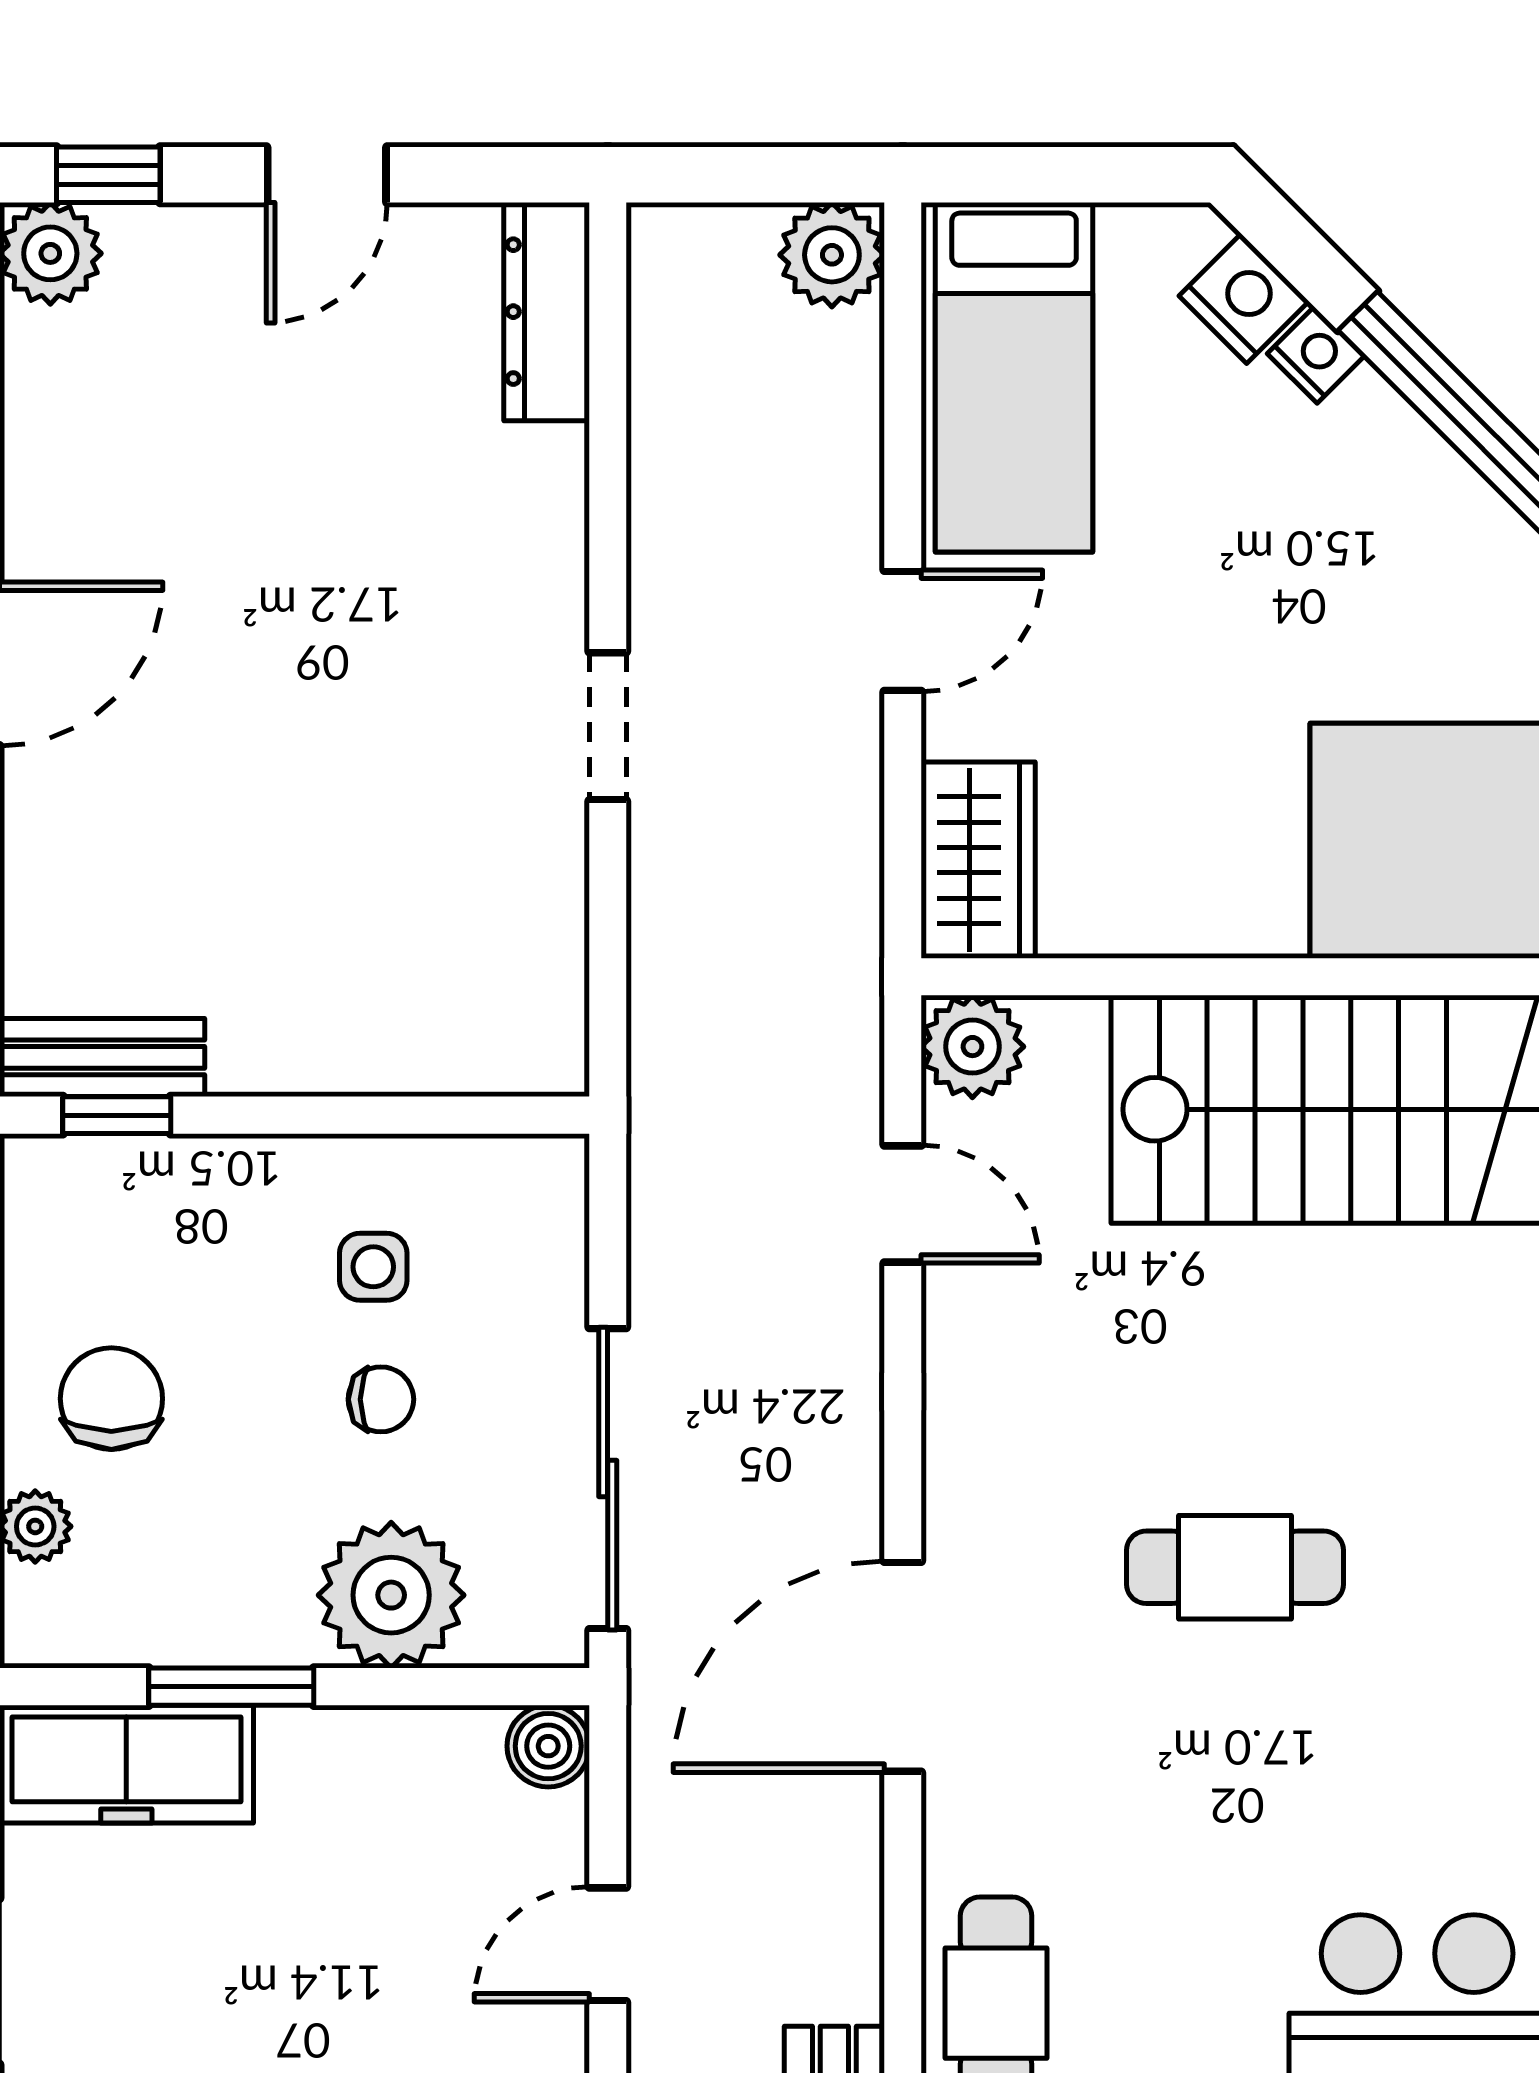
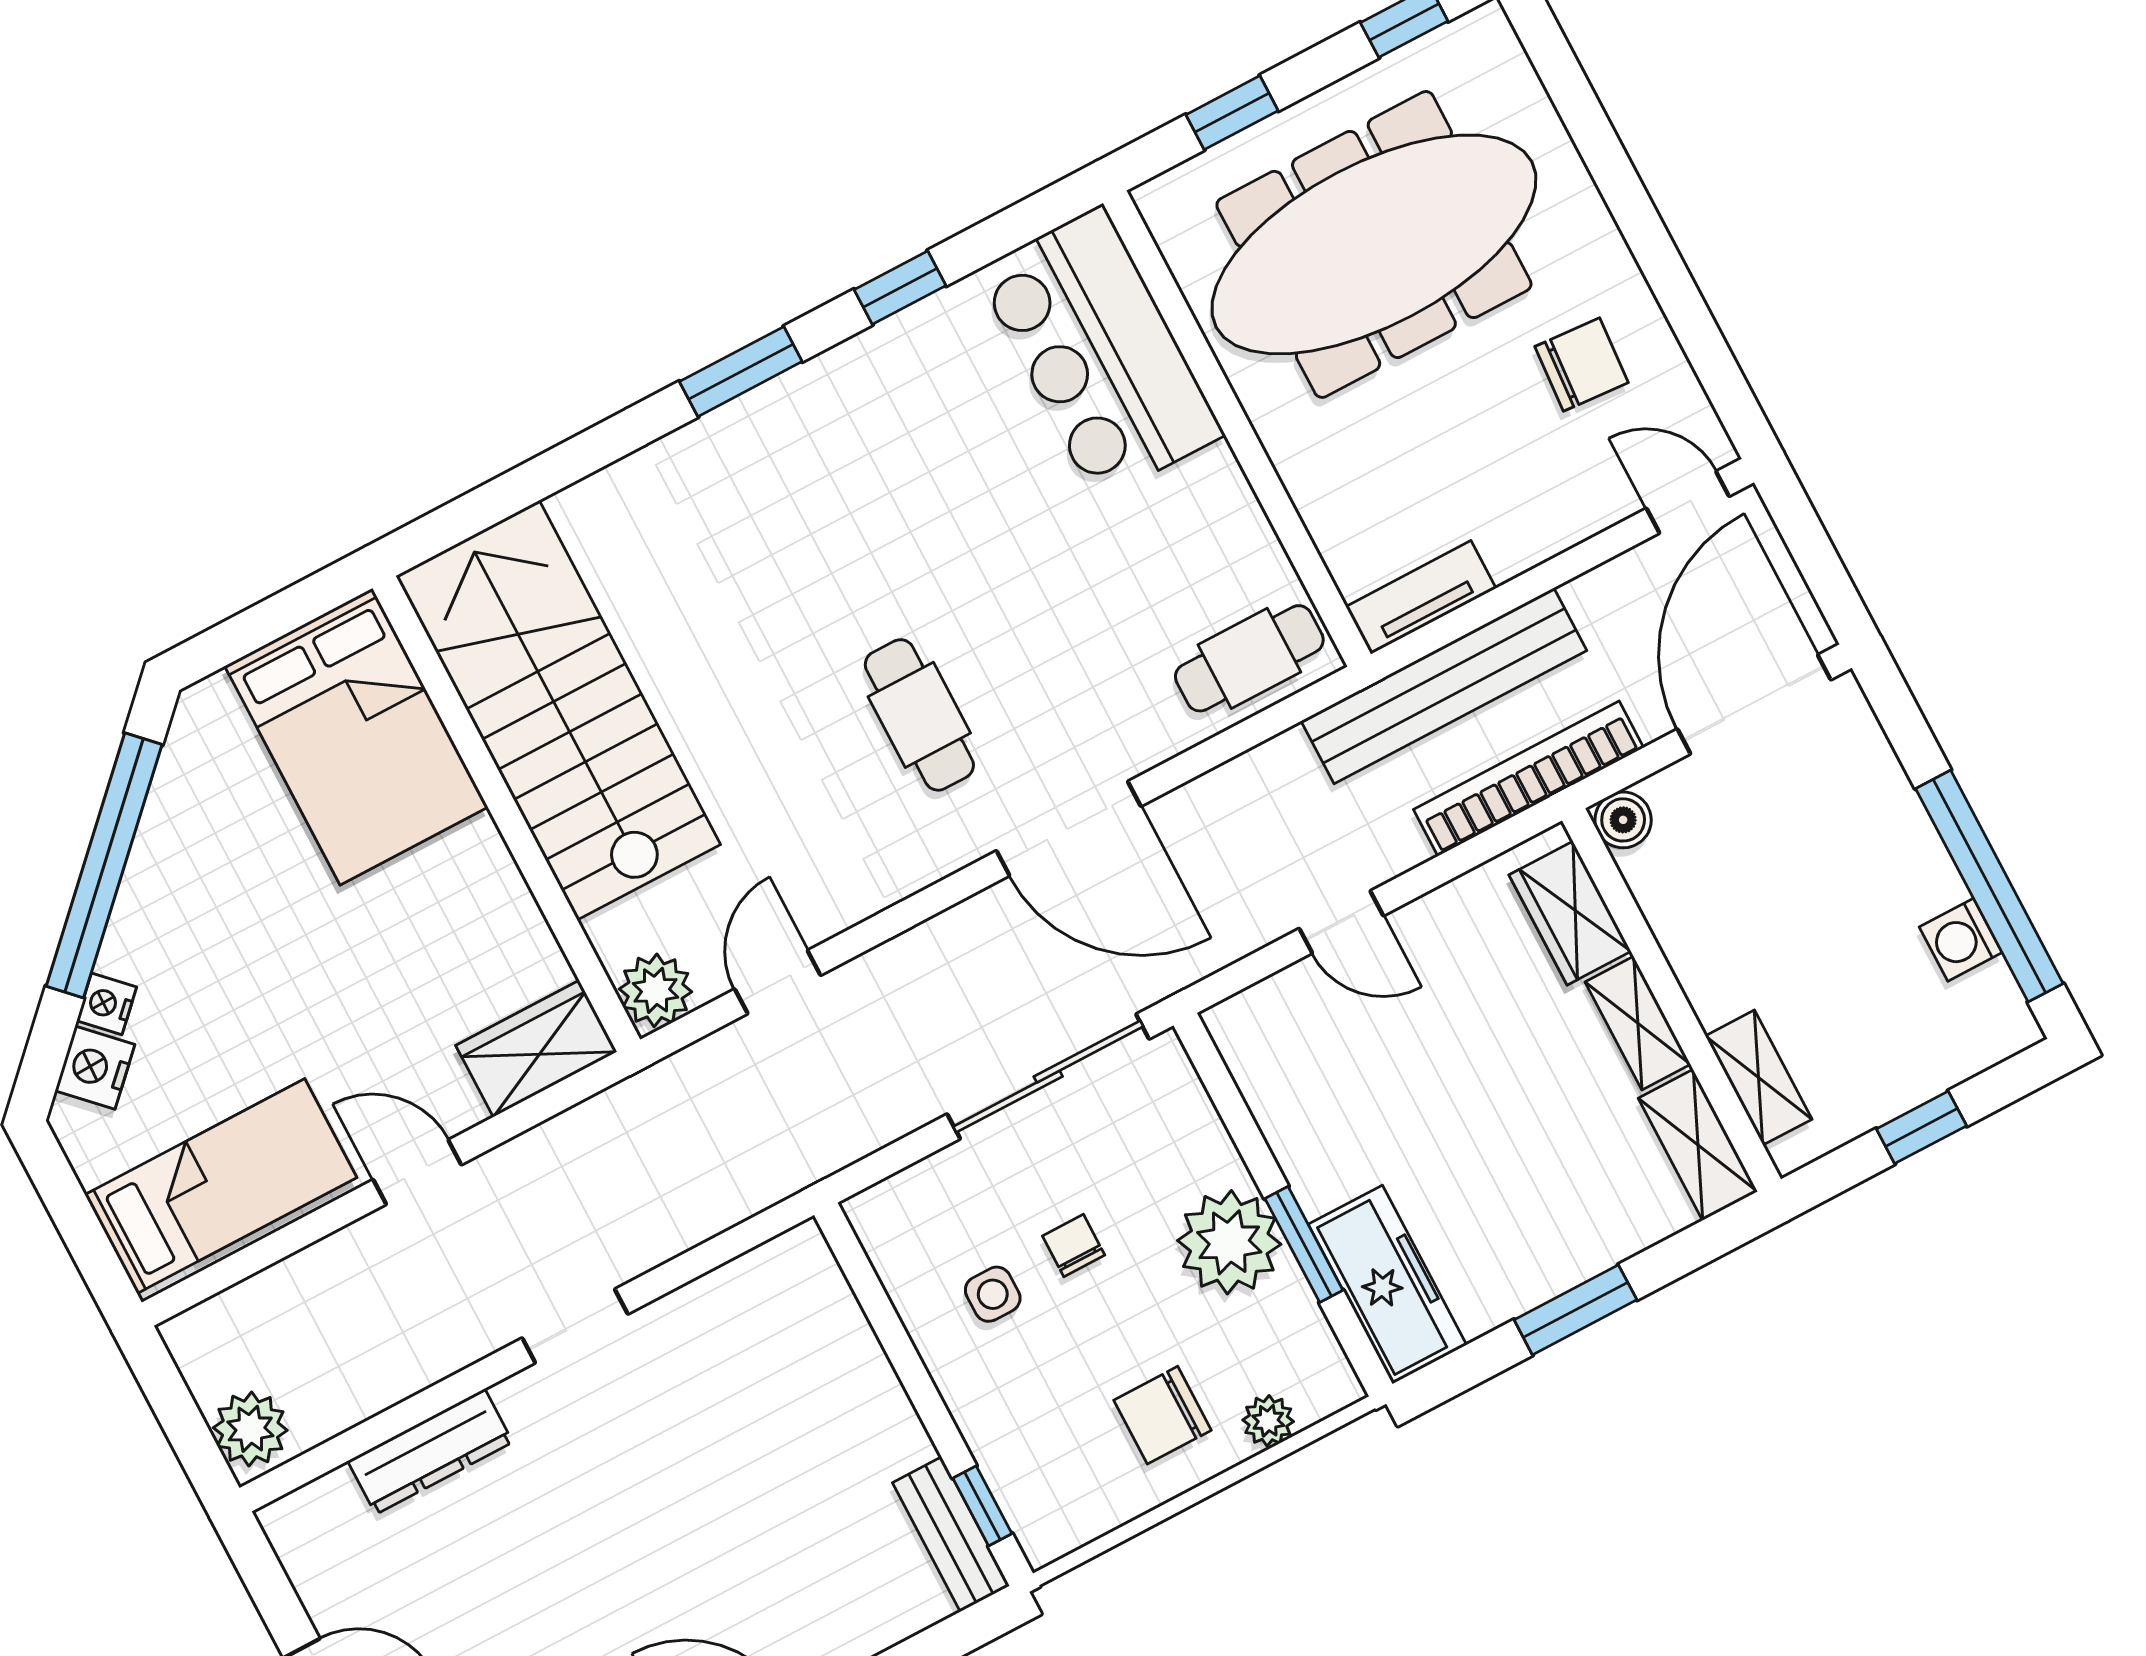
plant: (832, 255) -> (250, 1429), moved
dresser: (547, 312) -> (430, 1452), moved
cafe table: (1235, 1567) -> (919, 715), moved
plant: (391, 1595) -> (1229, 1242), moved
boiler: (548, 1746) -> (1236, 1025), removed

